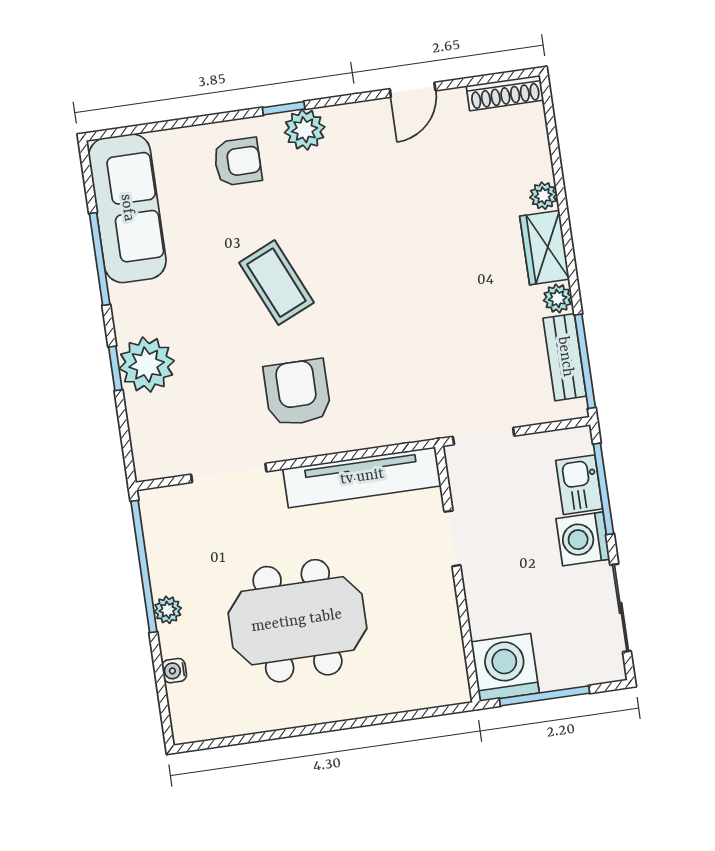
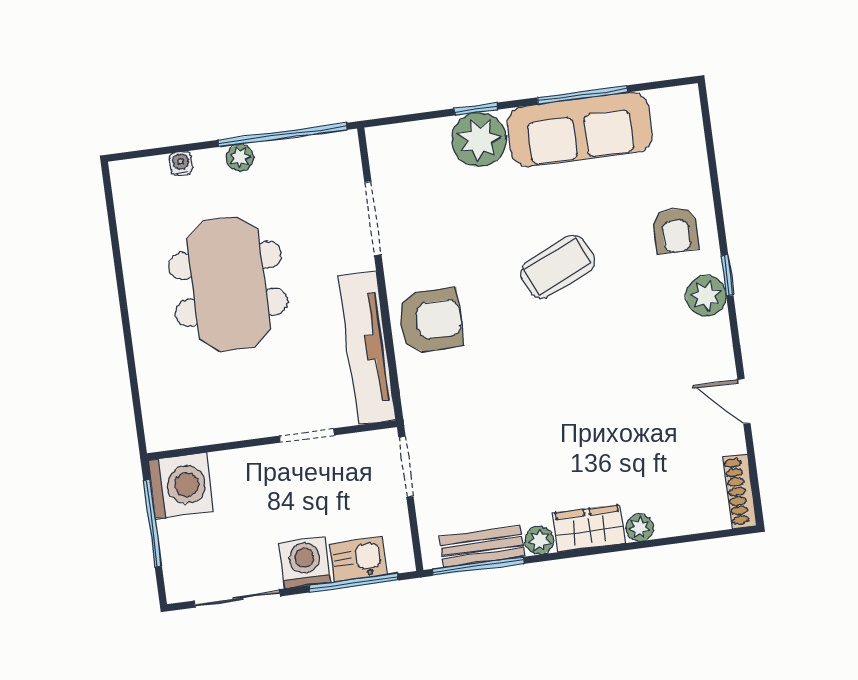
sofa: (127, 208) -> (580, 129), moved
armchair: (297, 393) -> (430, 320), moved

